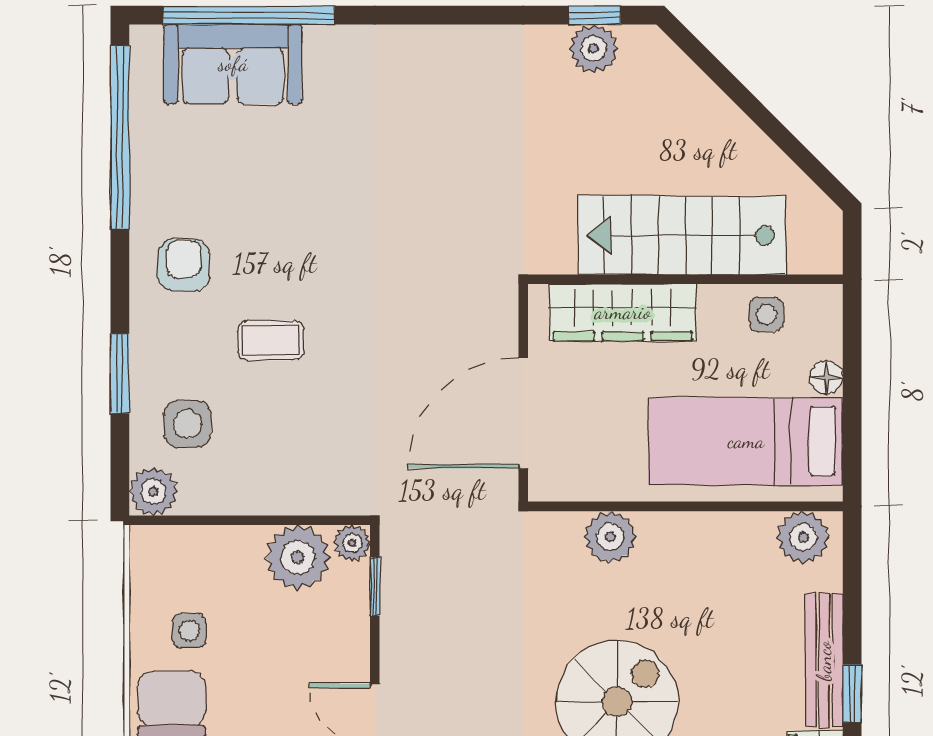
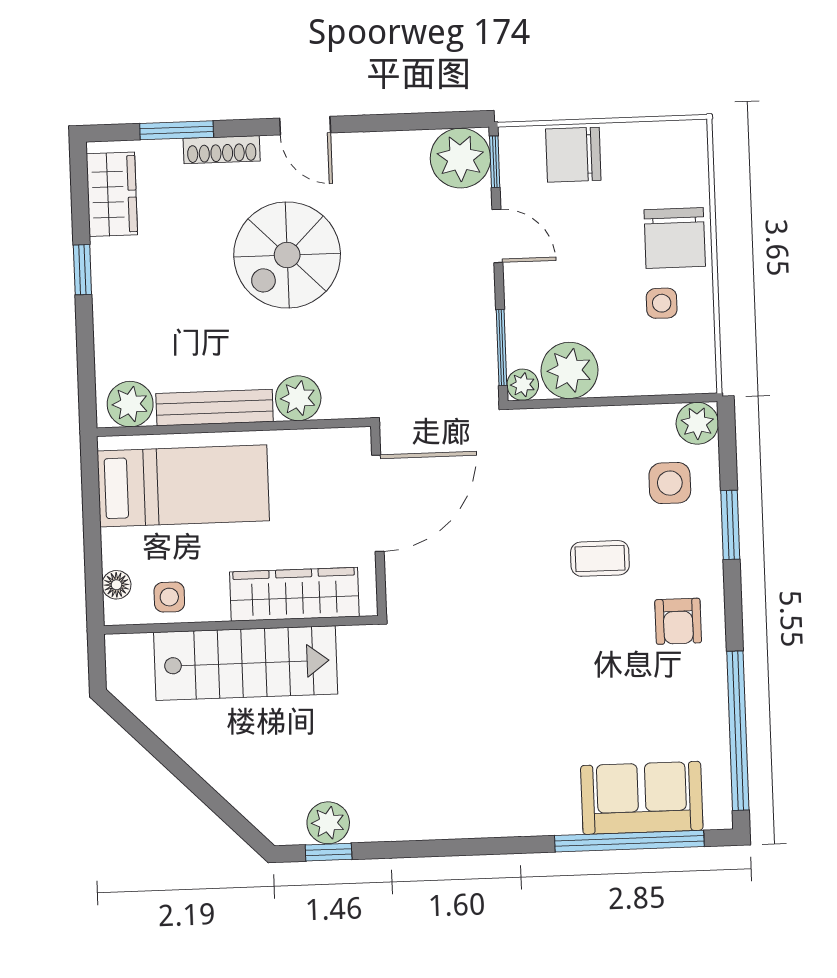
floor lamp: (826, 377) -> (116, 585), moved
window: (375, 587) -> (502, 347), width x1.50
bench: (824, 661) -> (215, 408), moved, turned 90

